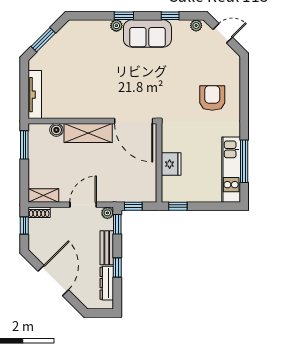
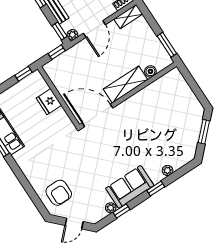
plant: (196, 25) -> (111, 208), moved
plant: (116, 26) -> (168, 170), moved
tv unit: (35, 95) -> (184, 87), removed
armchair: (212, 98) -> (59, 193), moved

